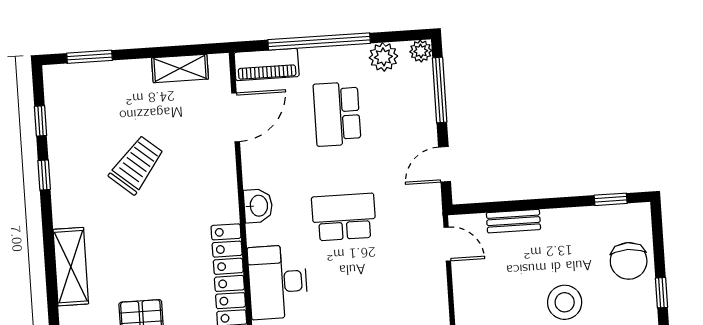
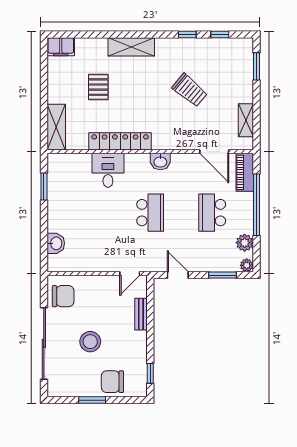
window: (440, 90) -> (223, 275), width x0.69
school desk: (337, 114) -> (212, 213), turned -90
desk: (278, 282) -> (108, 170), width x0.73
window: (661, 293) -> (92, 400), width x1.50

